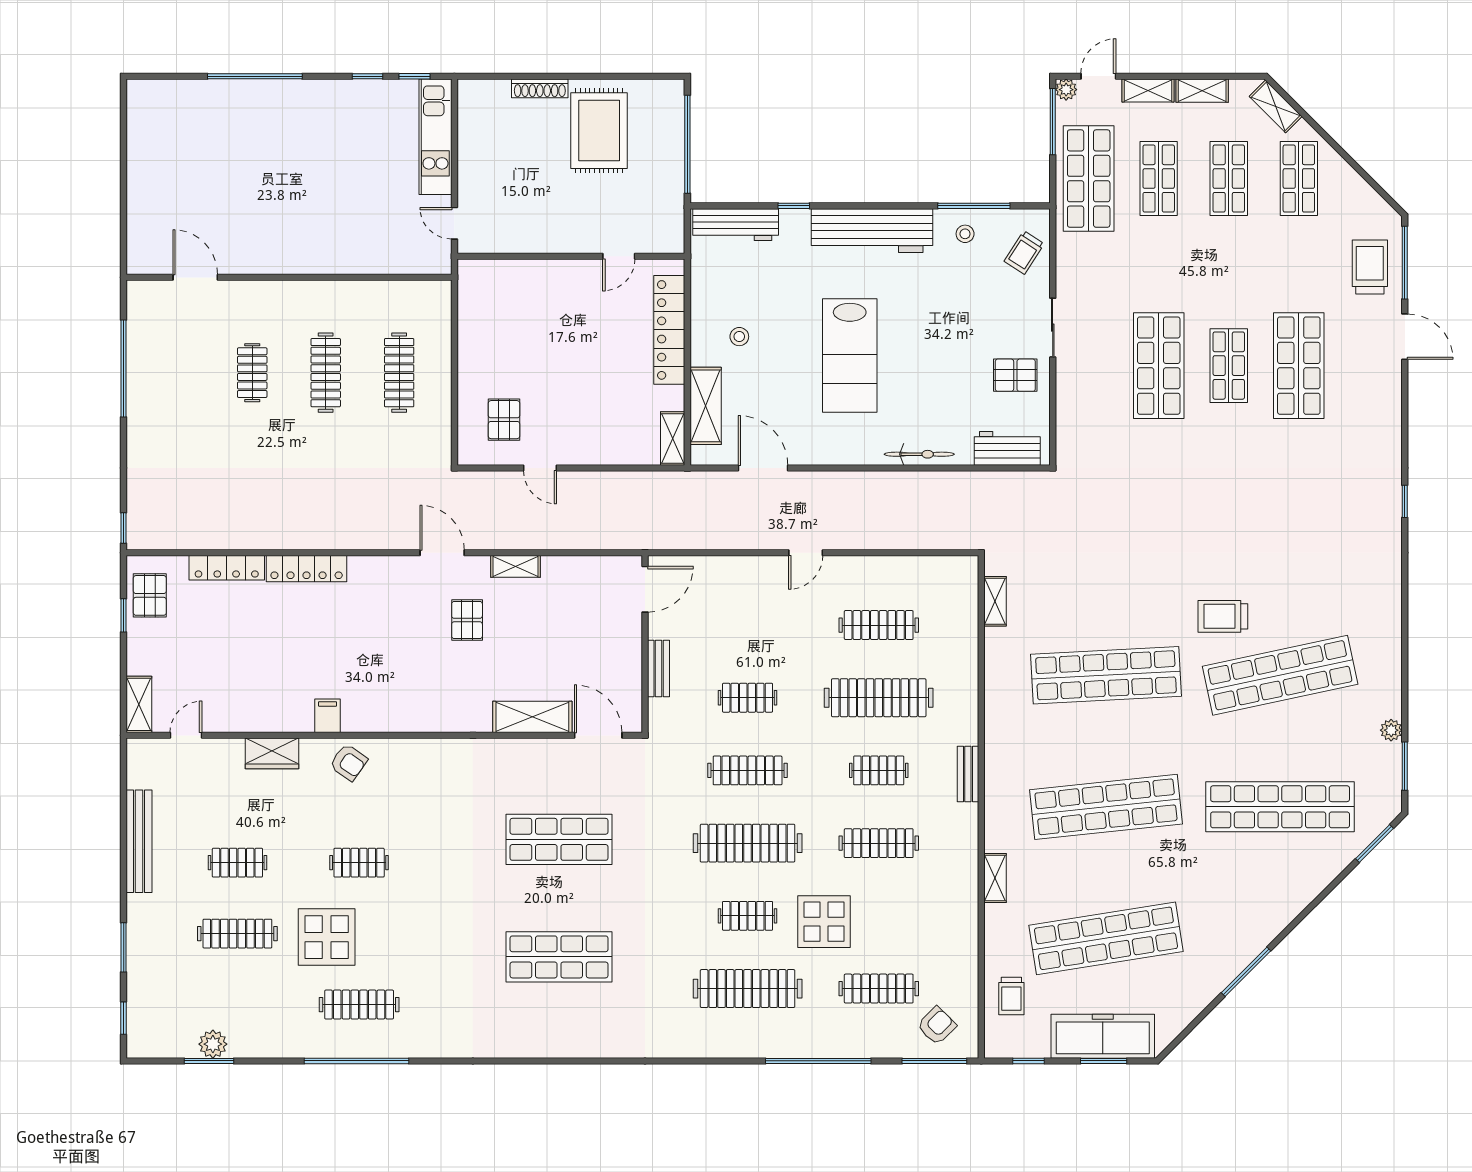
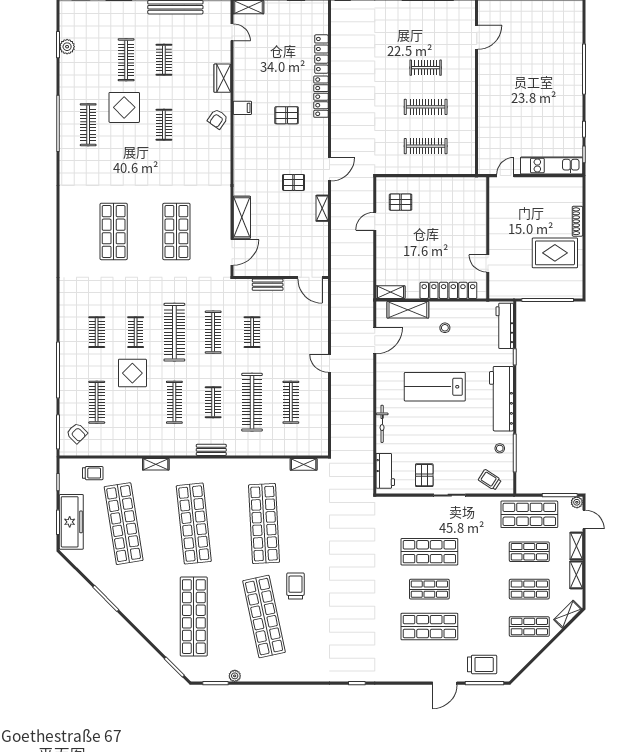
pallet: (150, 595) -> (287, 115), moved
clothes rail: (748, 989) -> (97, 332), width x0.54, depth x0.76
trolley: (1011, 996) -> (93, 473), turned 180

